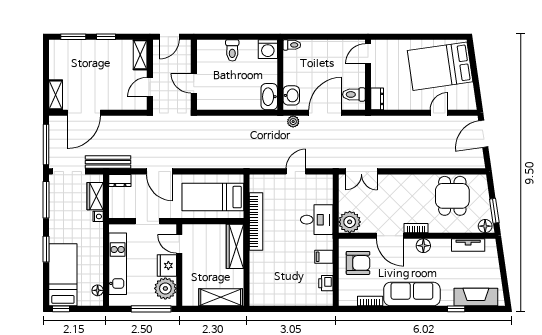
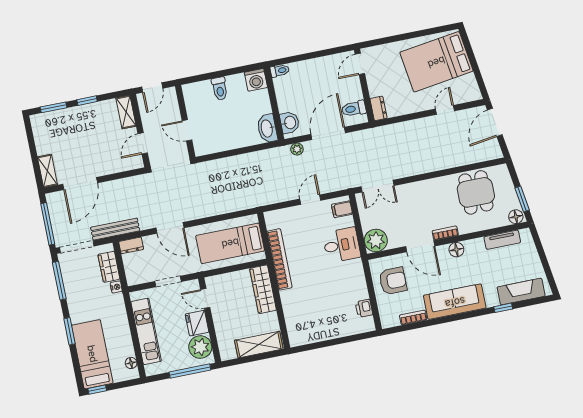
filing cabinet: (324, 257) -> (342, 209), moved

